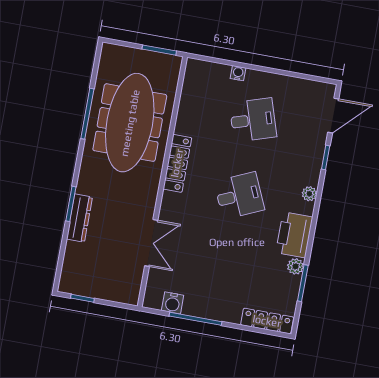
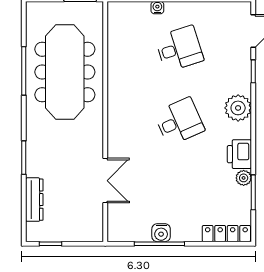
locker: (177, 163) -> (116, 102), removed
plant: (309, 194) -> (238, 108), width x1.87, depth x1.87
dresser: (79, 218) -> (34, 200), moved
printer: (294, 235) -> (239, 154), width x0.73, depth x0.84
water cooler: (173, 303) -> (161, 233), moved

